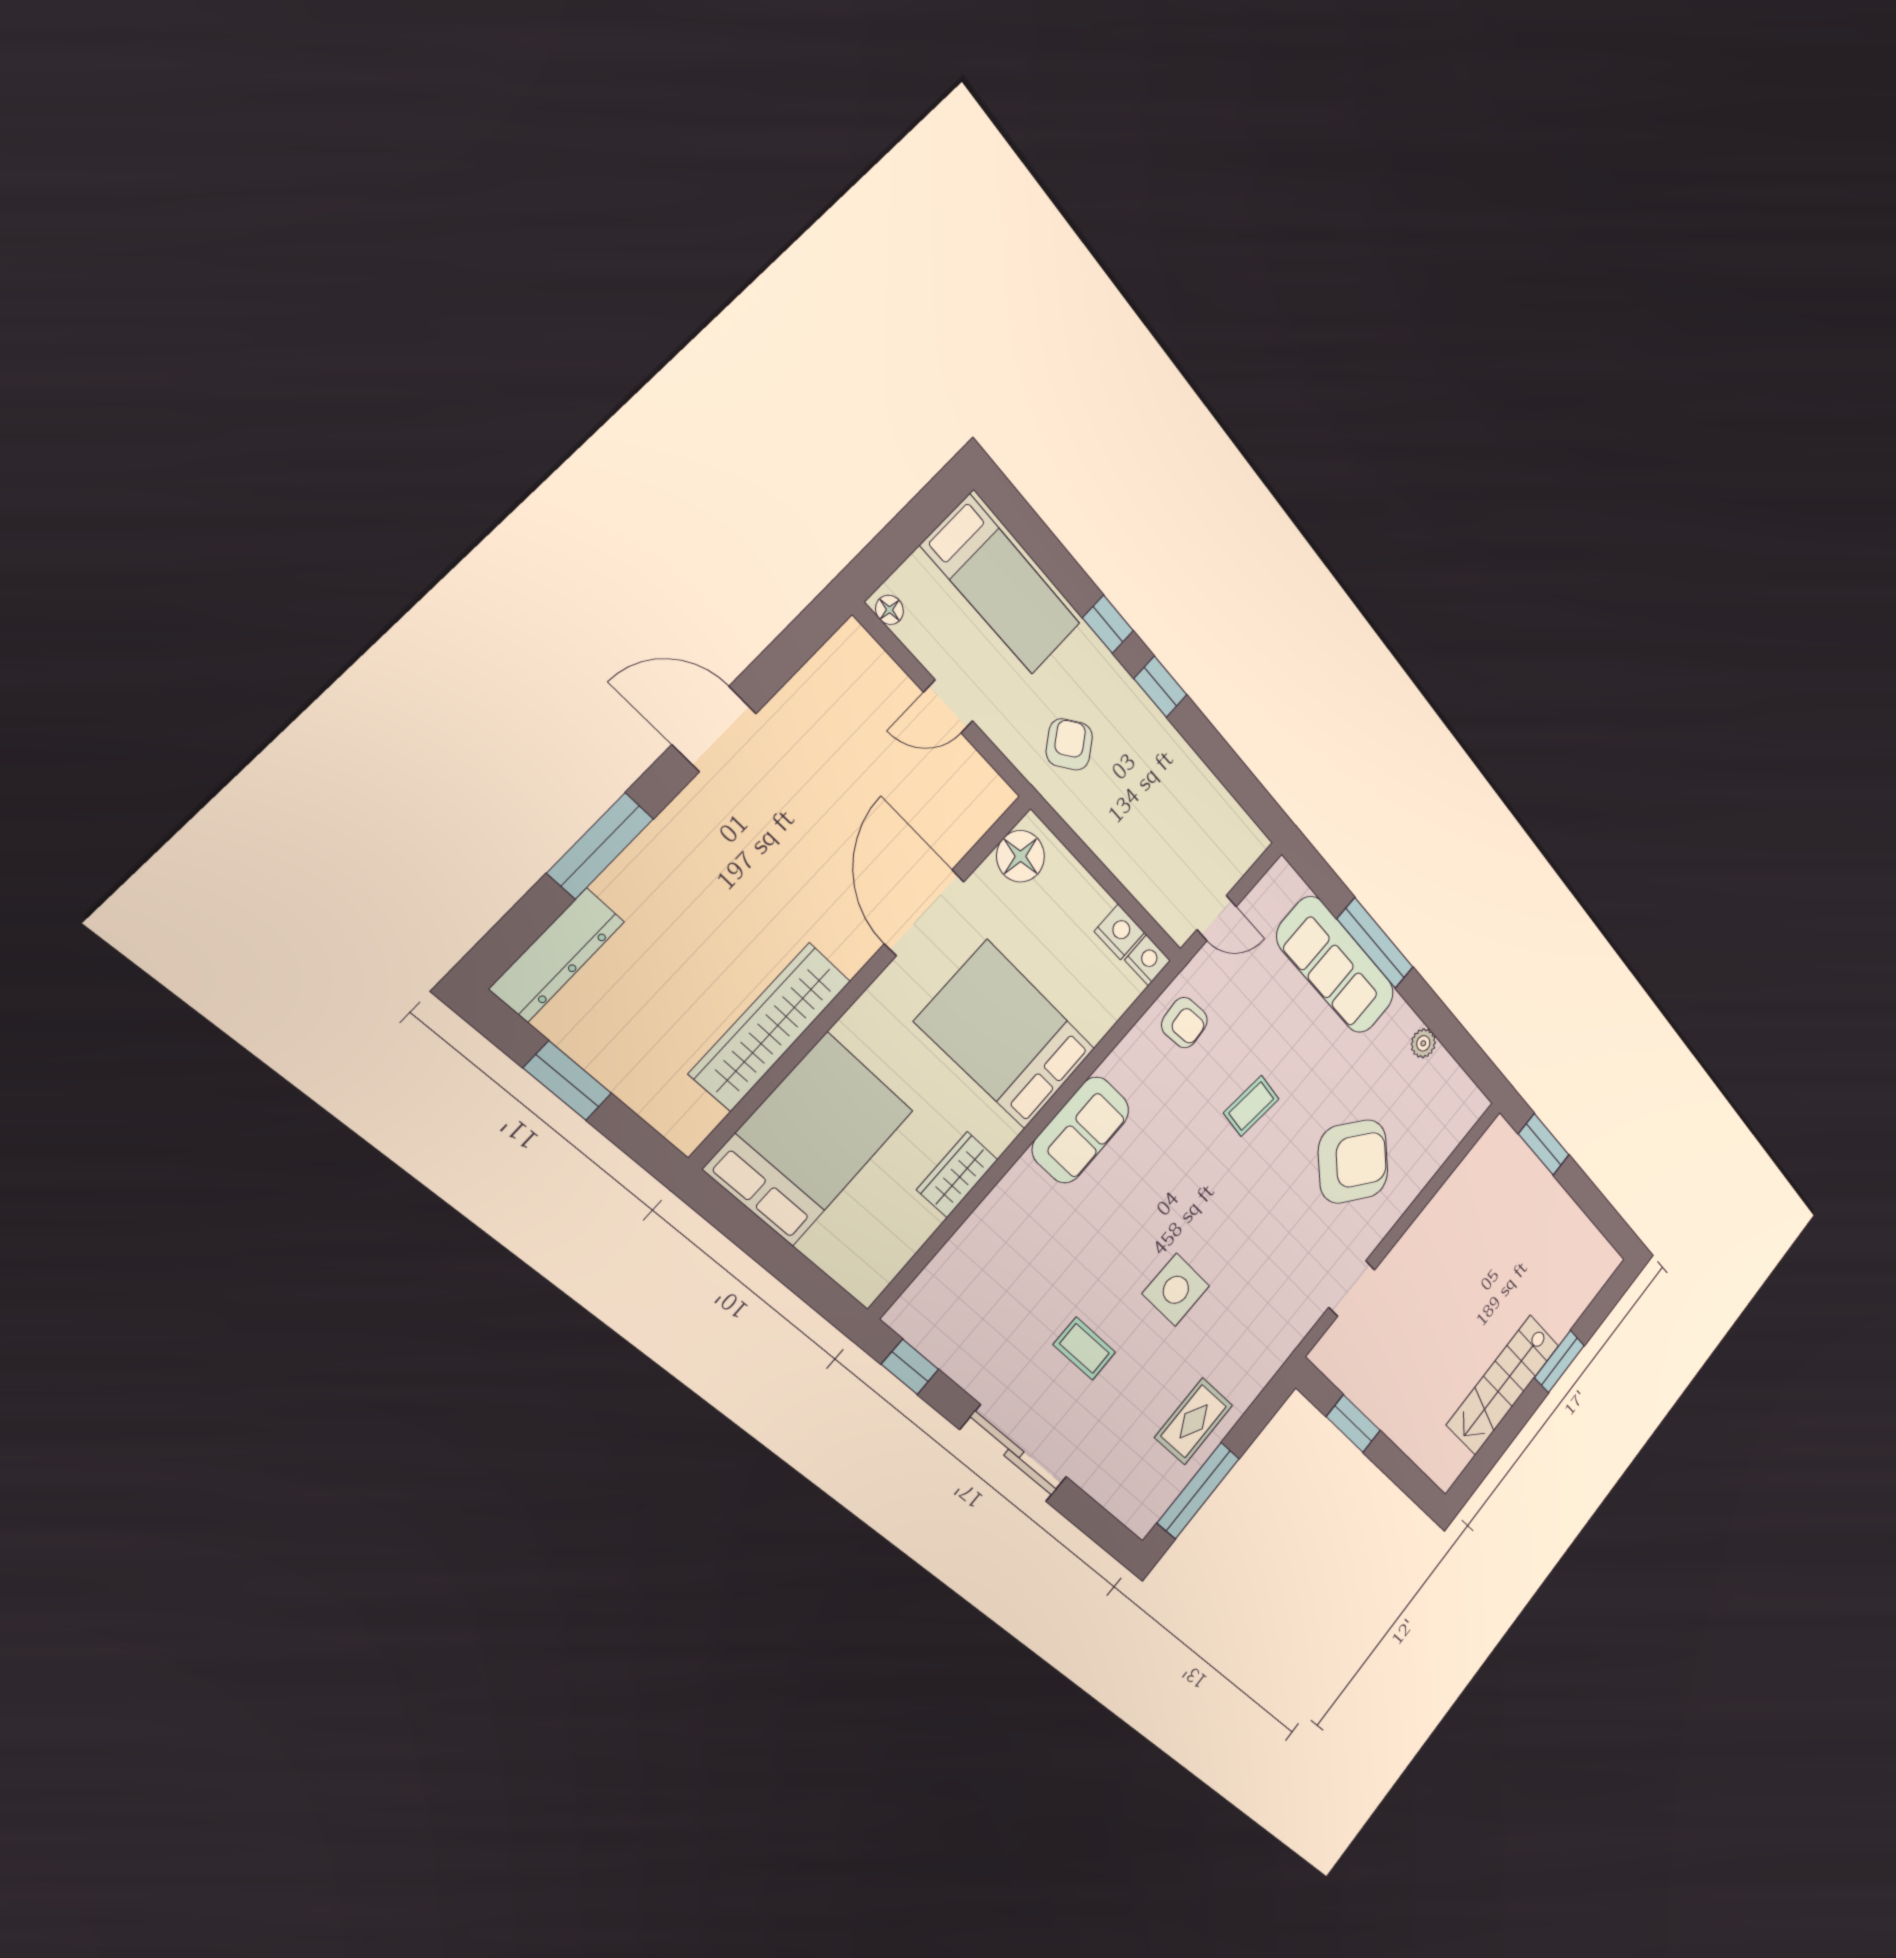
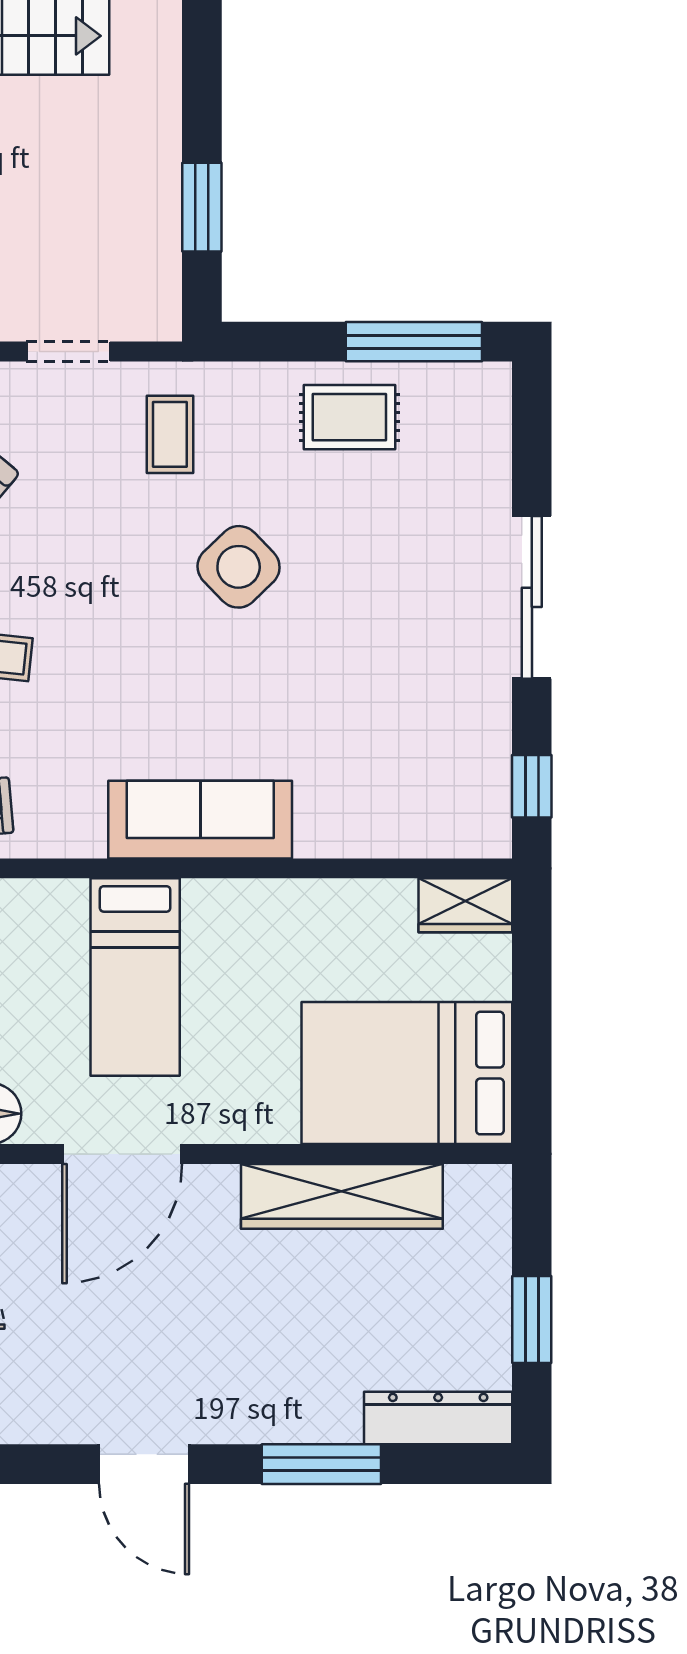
bed: (1006, 1035) -> (135, 977), width x0.67
sofa: (1081, 1130) -> (200, 820), width x1.36
wardrobe: (957, 1175) -> (465, 905), moved
side table: (1176, 1290) -> (239, 567), turned 45
coffee table: (1084, 1348) -> (170, 434), moved

